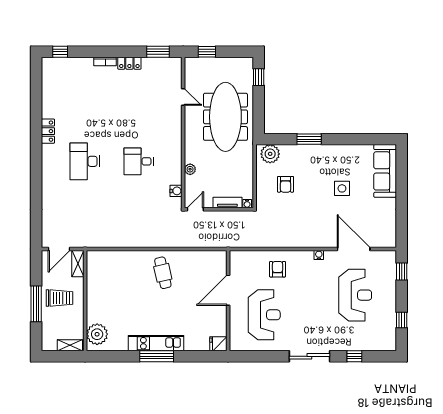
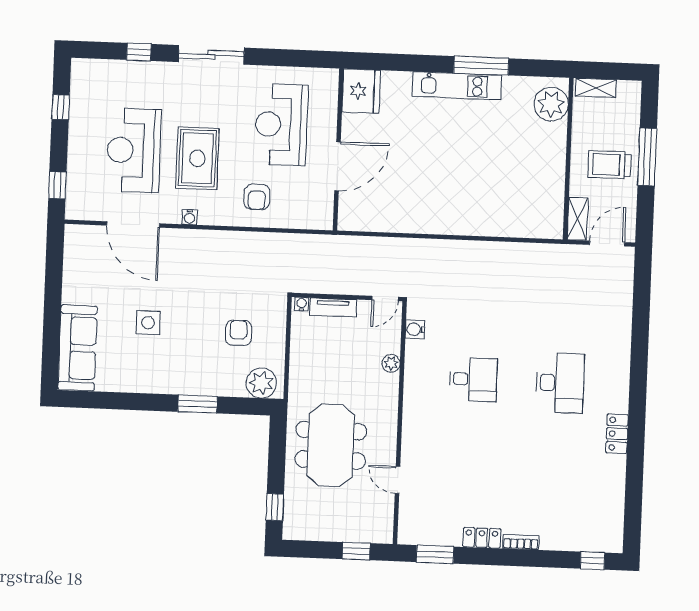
meeting table: (225, 117) -> (331, 445), width x0.73
cafe table: (163, 273) -> (441, 199), removed
rug: (315, 292) -> (197, 158), added
fridge: (218, 344) -> (361, 91), width x1.88, depth x1.34
window: (157, 356) -> (481, 66), moved

